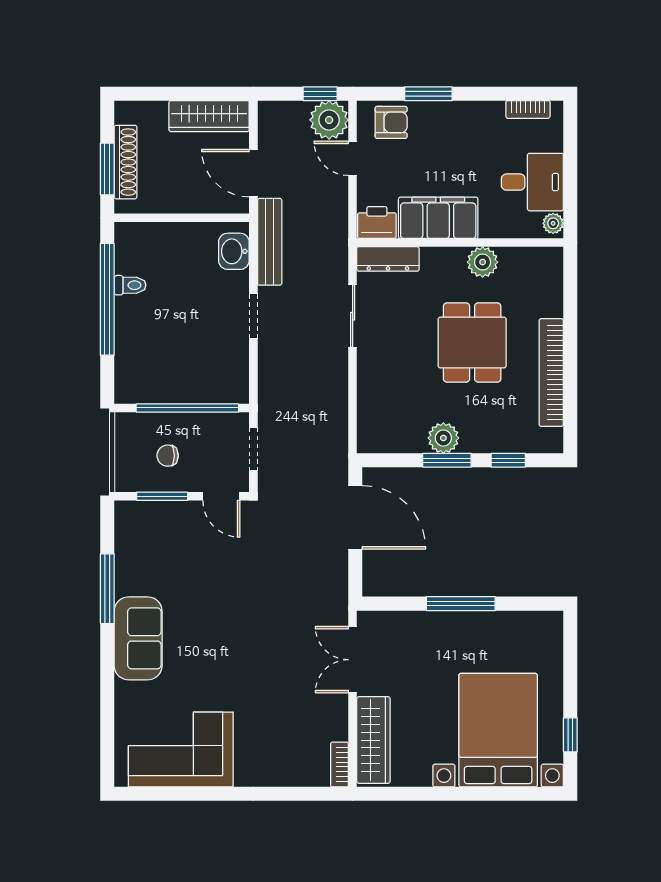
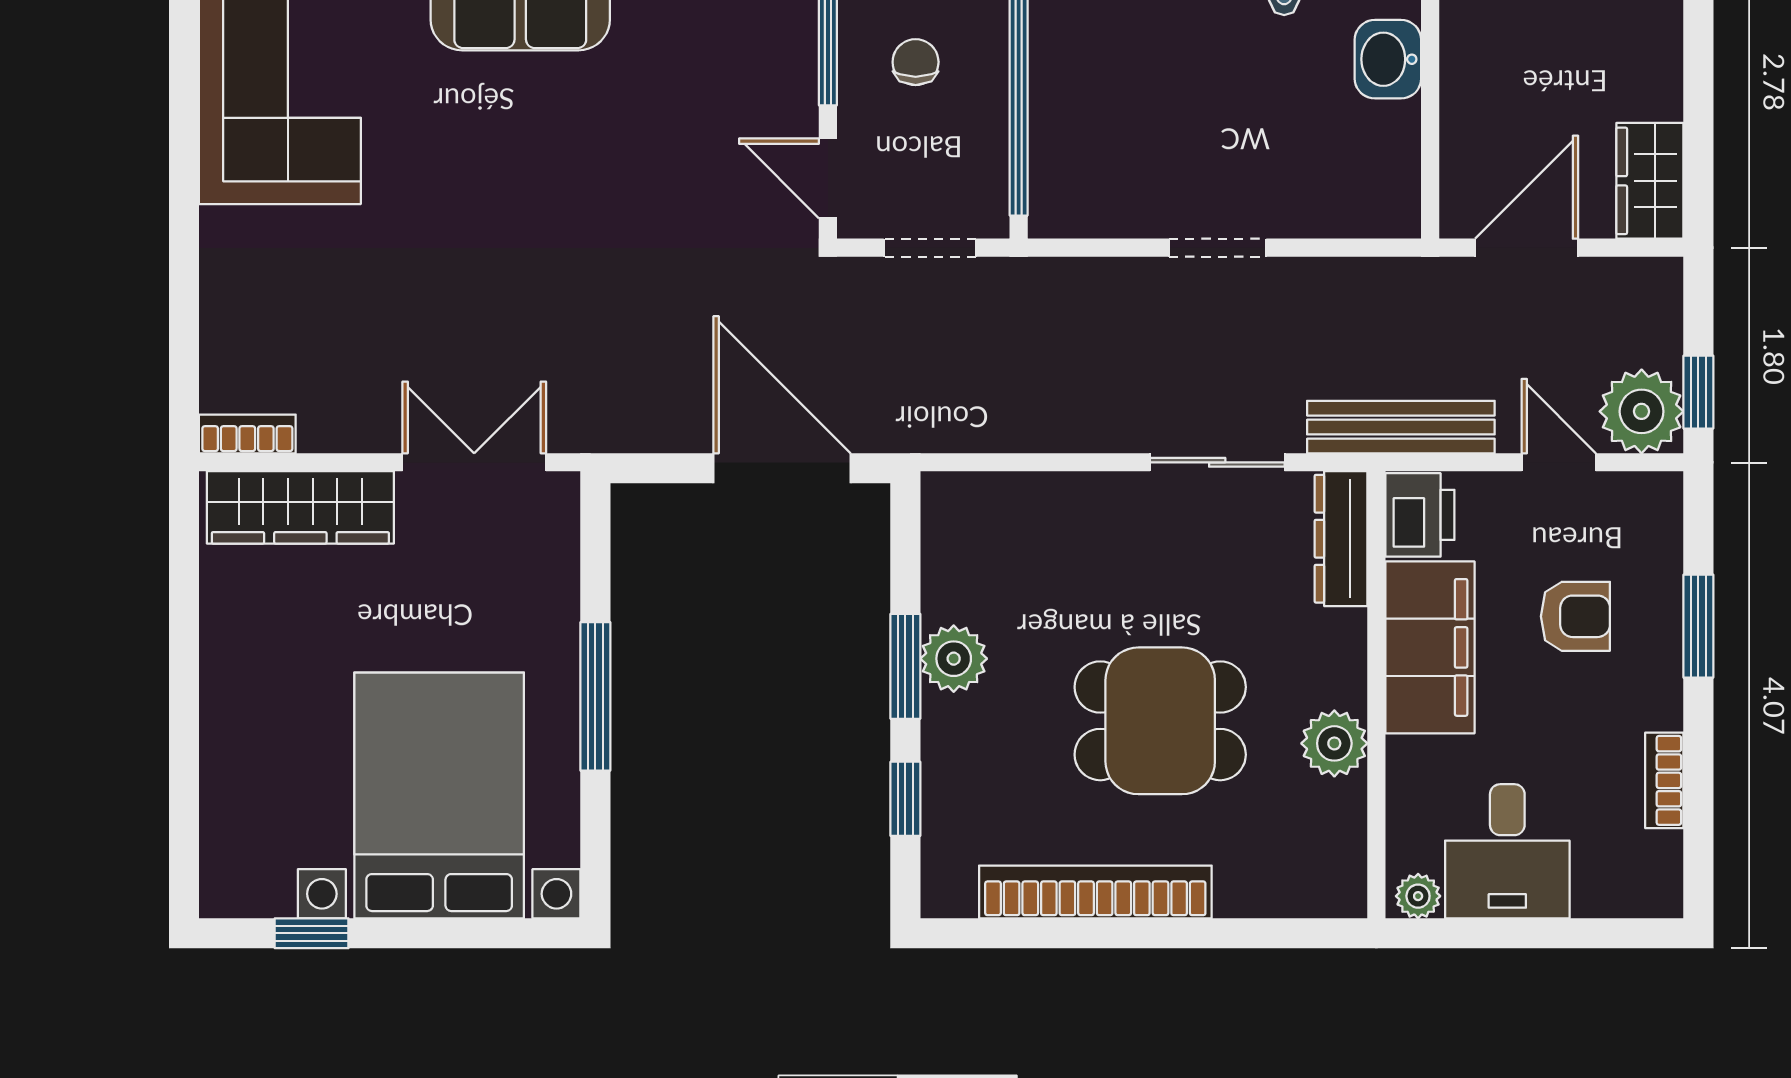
bookcase: (528, 109) -> (1664, 780), moved
wardrobe: (209, 116) -> (1650, 181), width x0.67
armchair: (391, 122) -> (1575, 616), moved, turned -90
door: (353, 158) -> (1559, 462), hinge flipped
bench: (270, 242) -> (1401, 427), moved
washbasin: (234, 251) -> (1388, 59), moved, turned -90
door: (221, 496) -> (828, 178), hinge flipped
door: (355, 517) -> (782, 468), swing flipped
bed with nightstands: (498, 730) -> (439, 795), moved, turned -90

